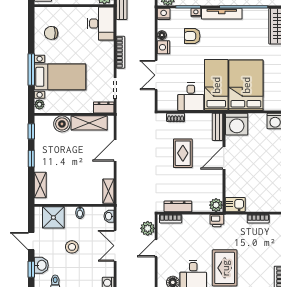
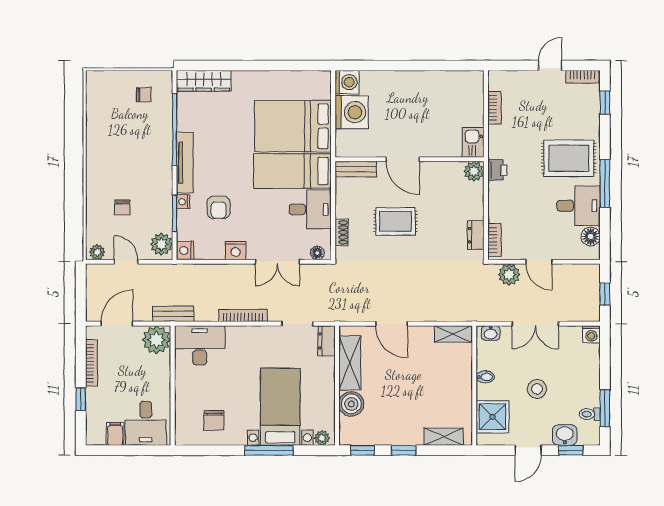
floor lamp: (162, 35) -> (317, 253), moved
washing machine: (237, 124) -> (352, 112), moved
dresser: (178, 206) -> (476, 235), width x0.70

